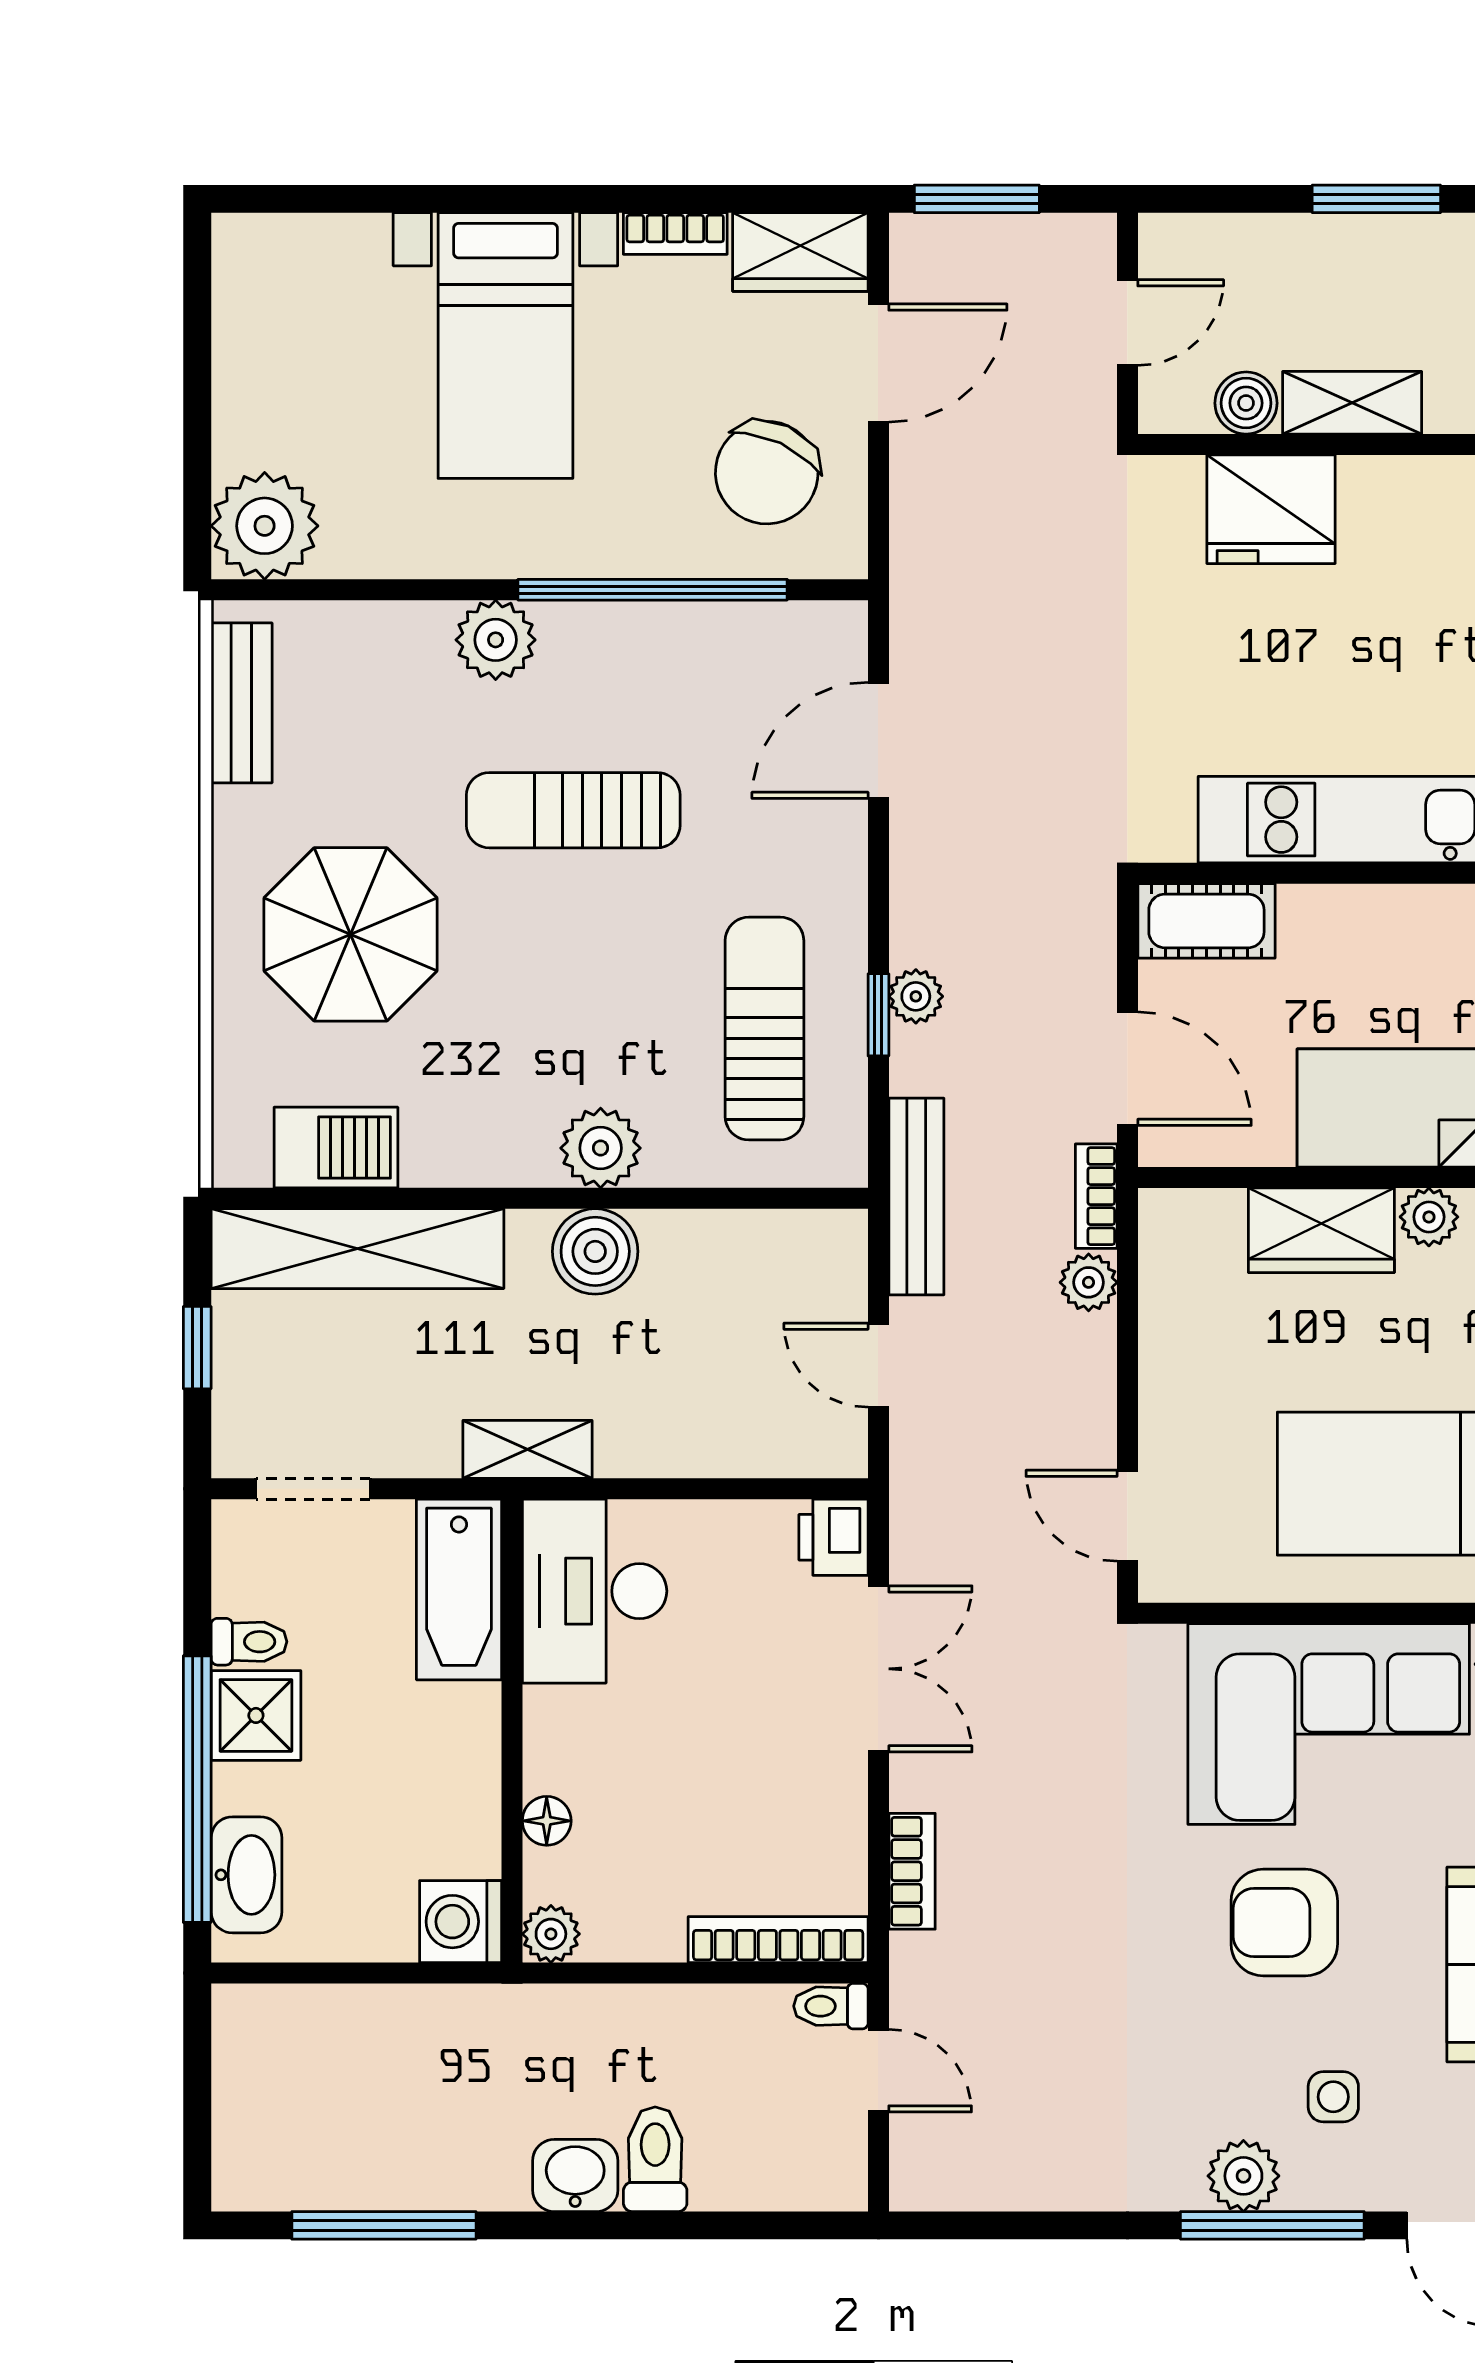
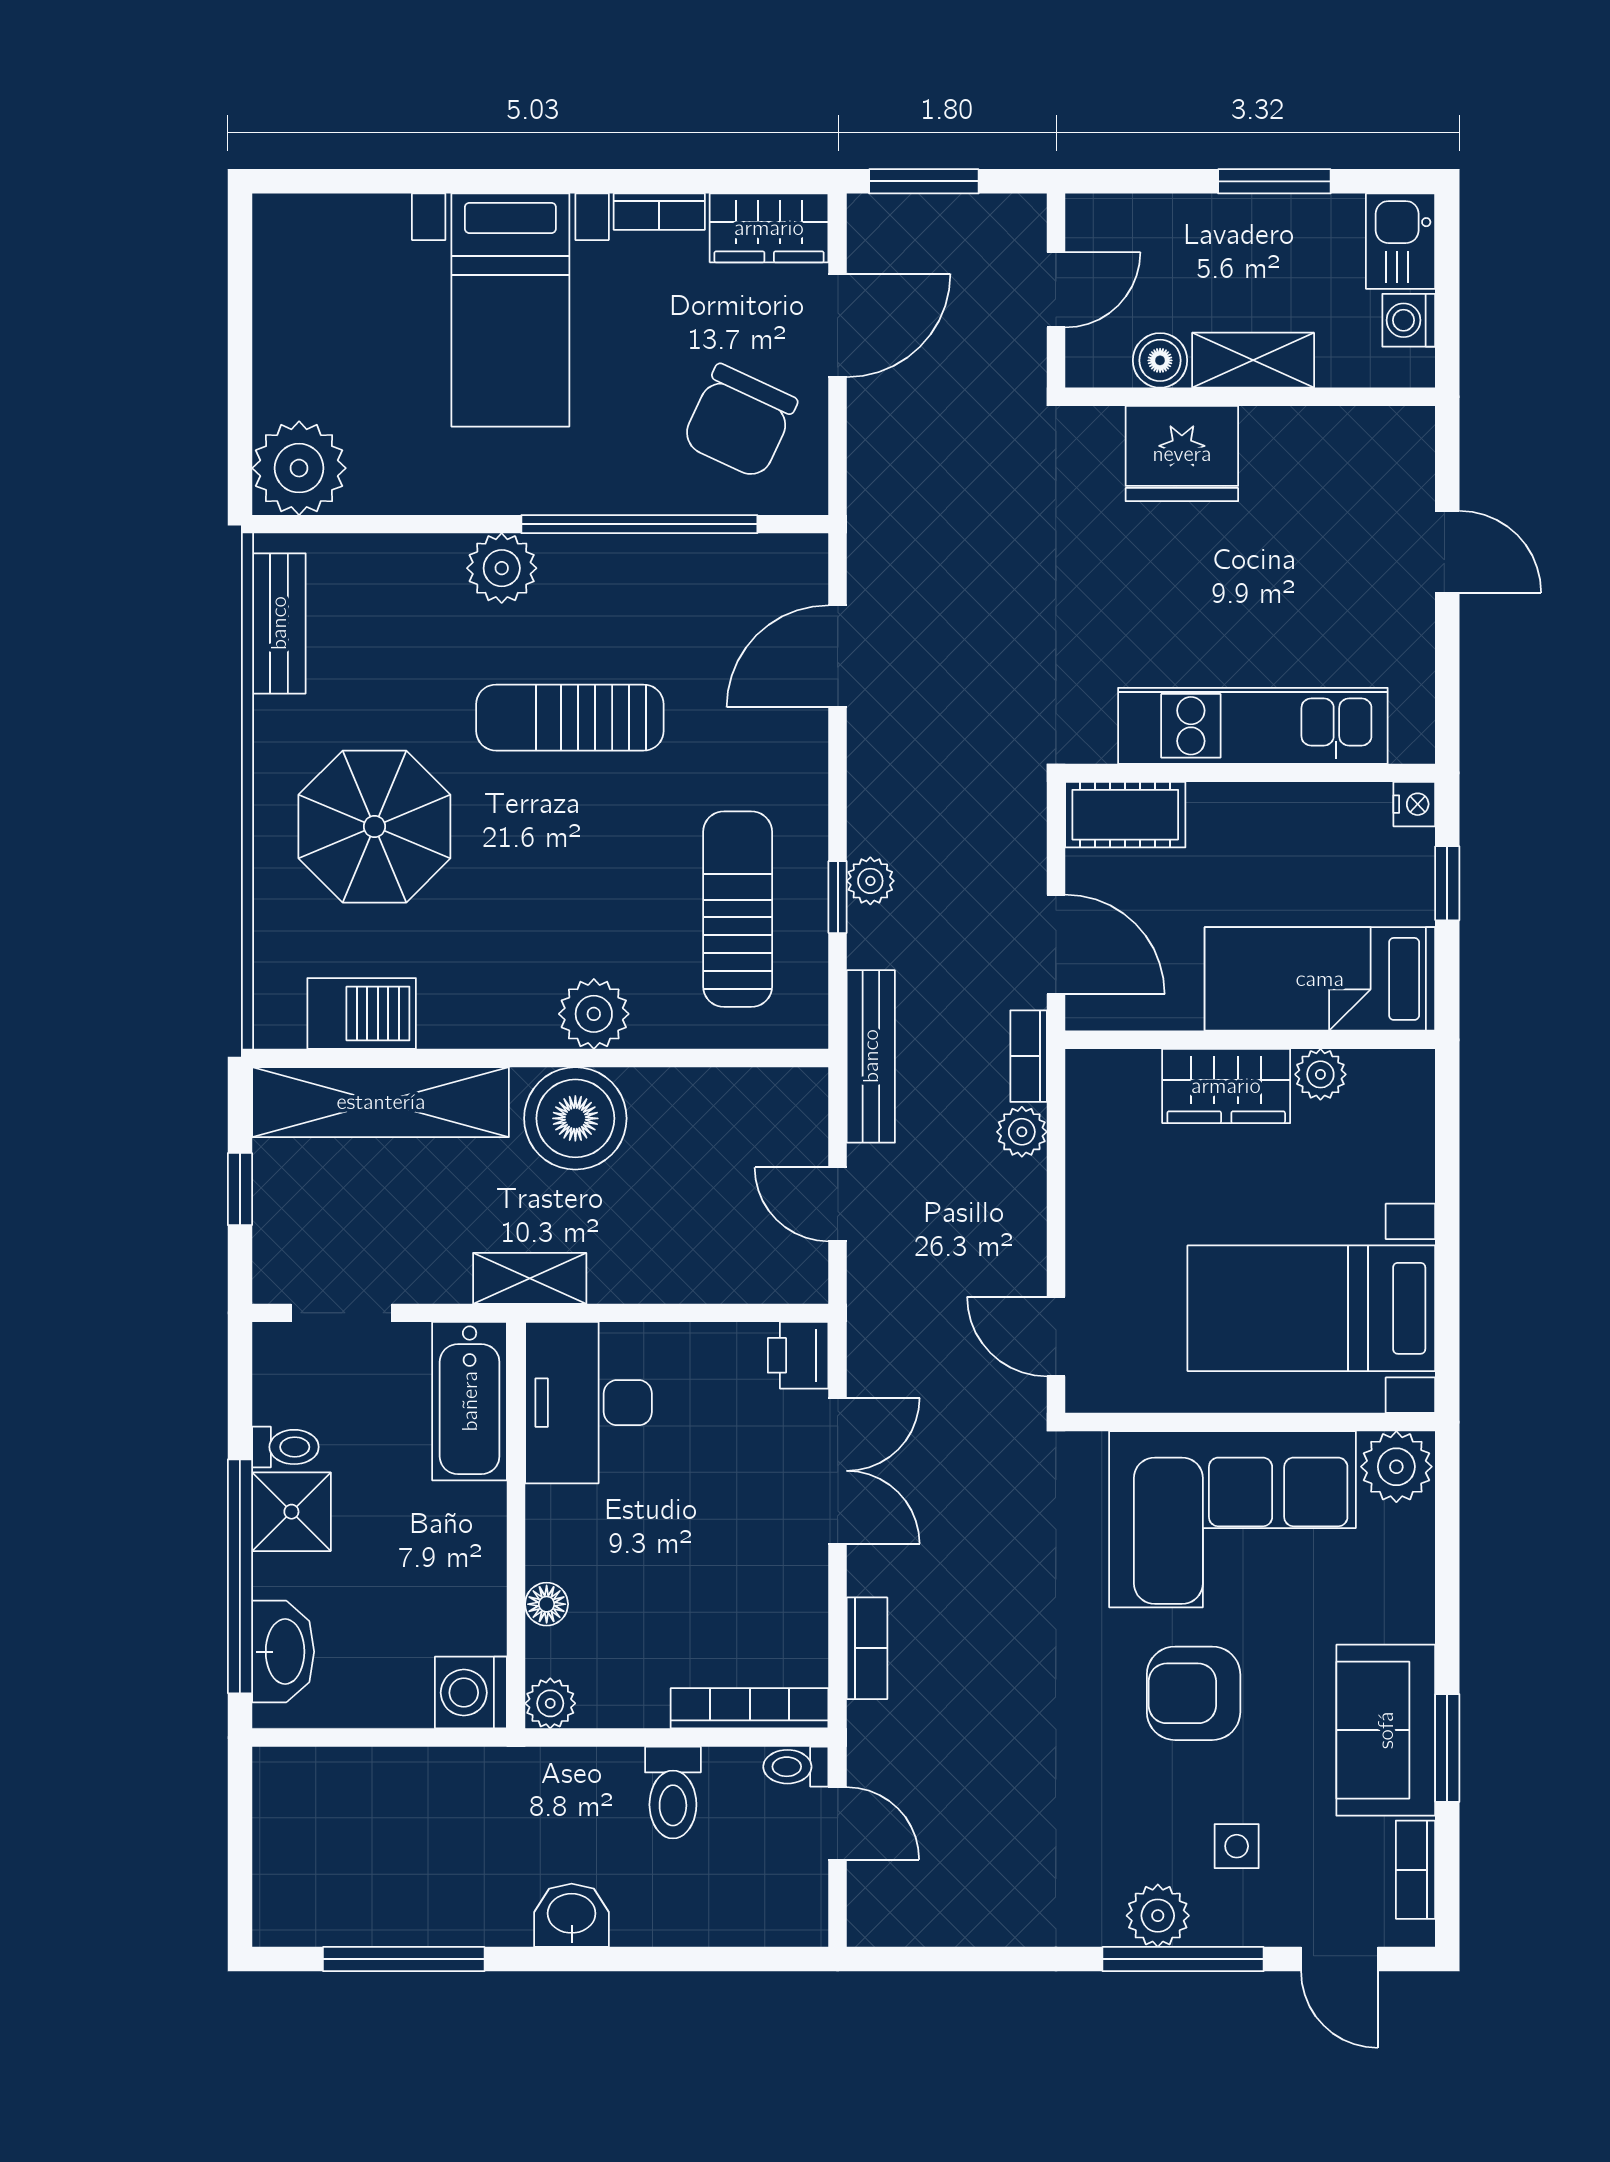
boiler: (595, 1251) -> (575, 1118), width x1.37, depth x1.37
toilet: (655, 2159) -> (673, 1793), moved, turned 180

